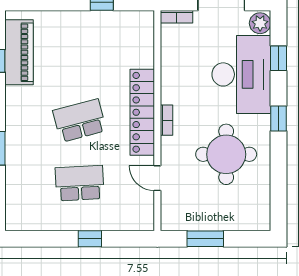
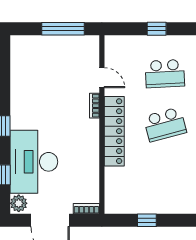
bookcase: (166, 120) -> (95, 106), moved
round table: (226, 154) -> (46, 97), removed
window: (205, 239) -> (63, 29), width x1.44

